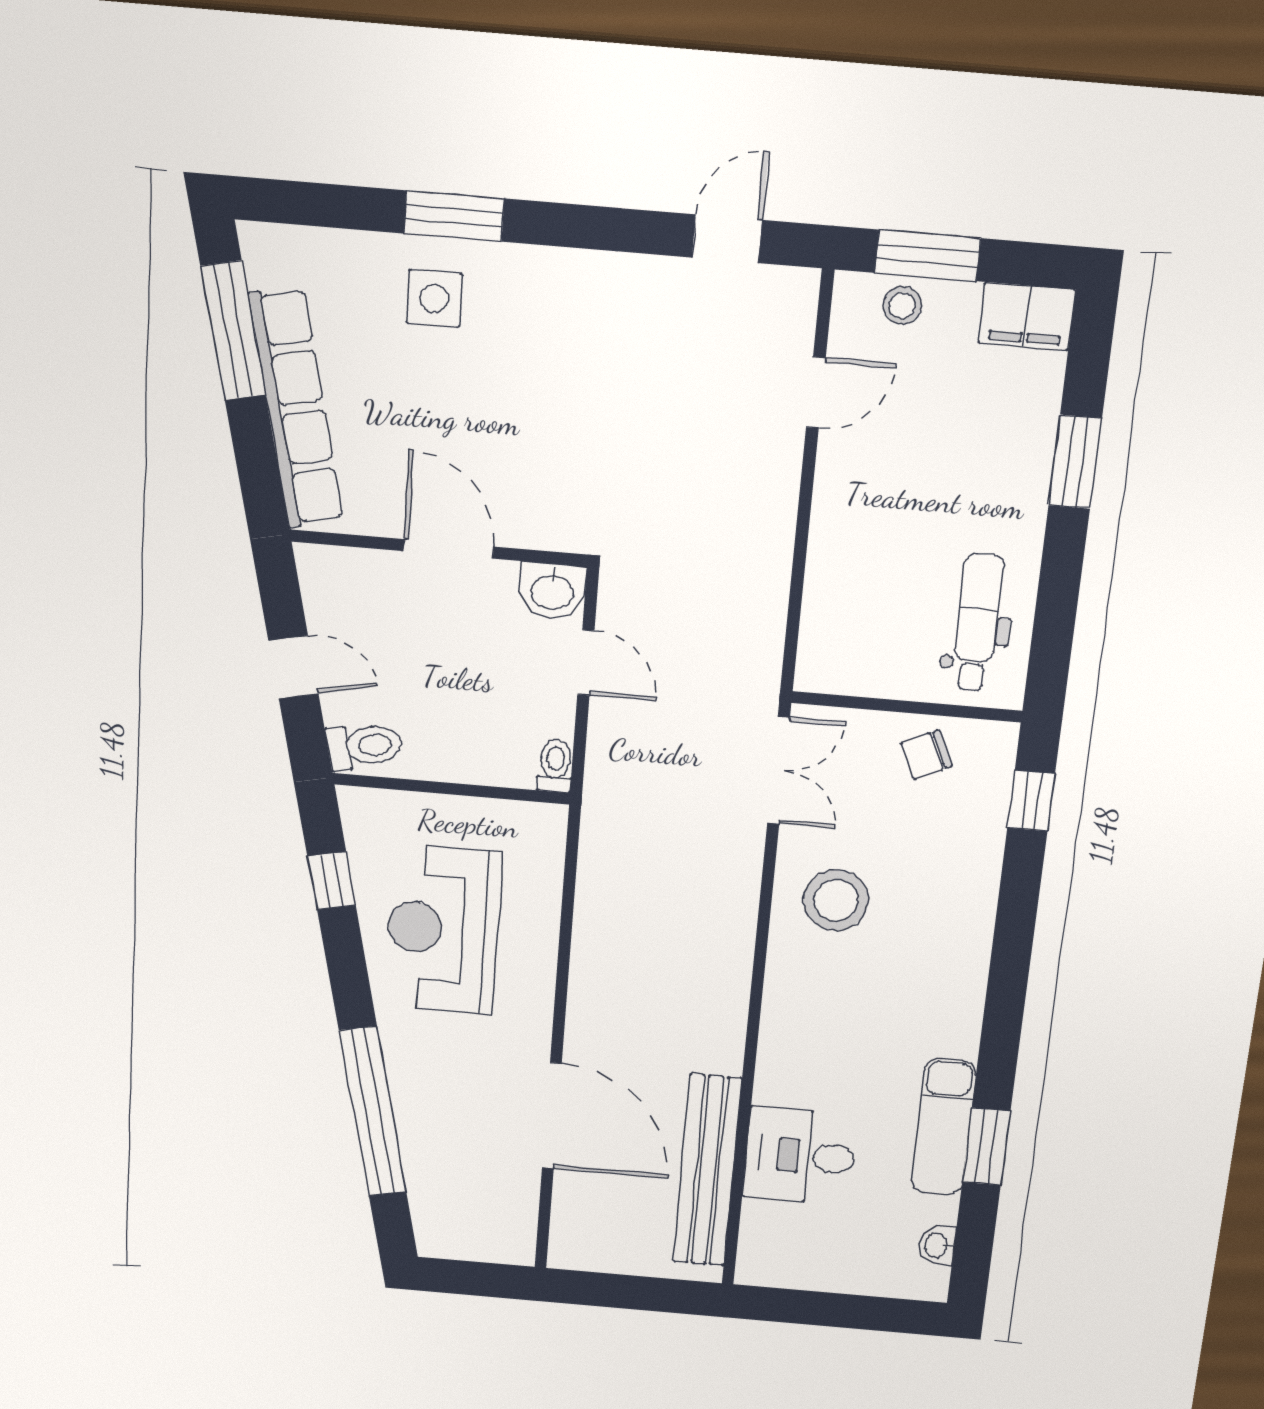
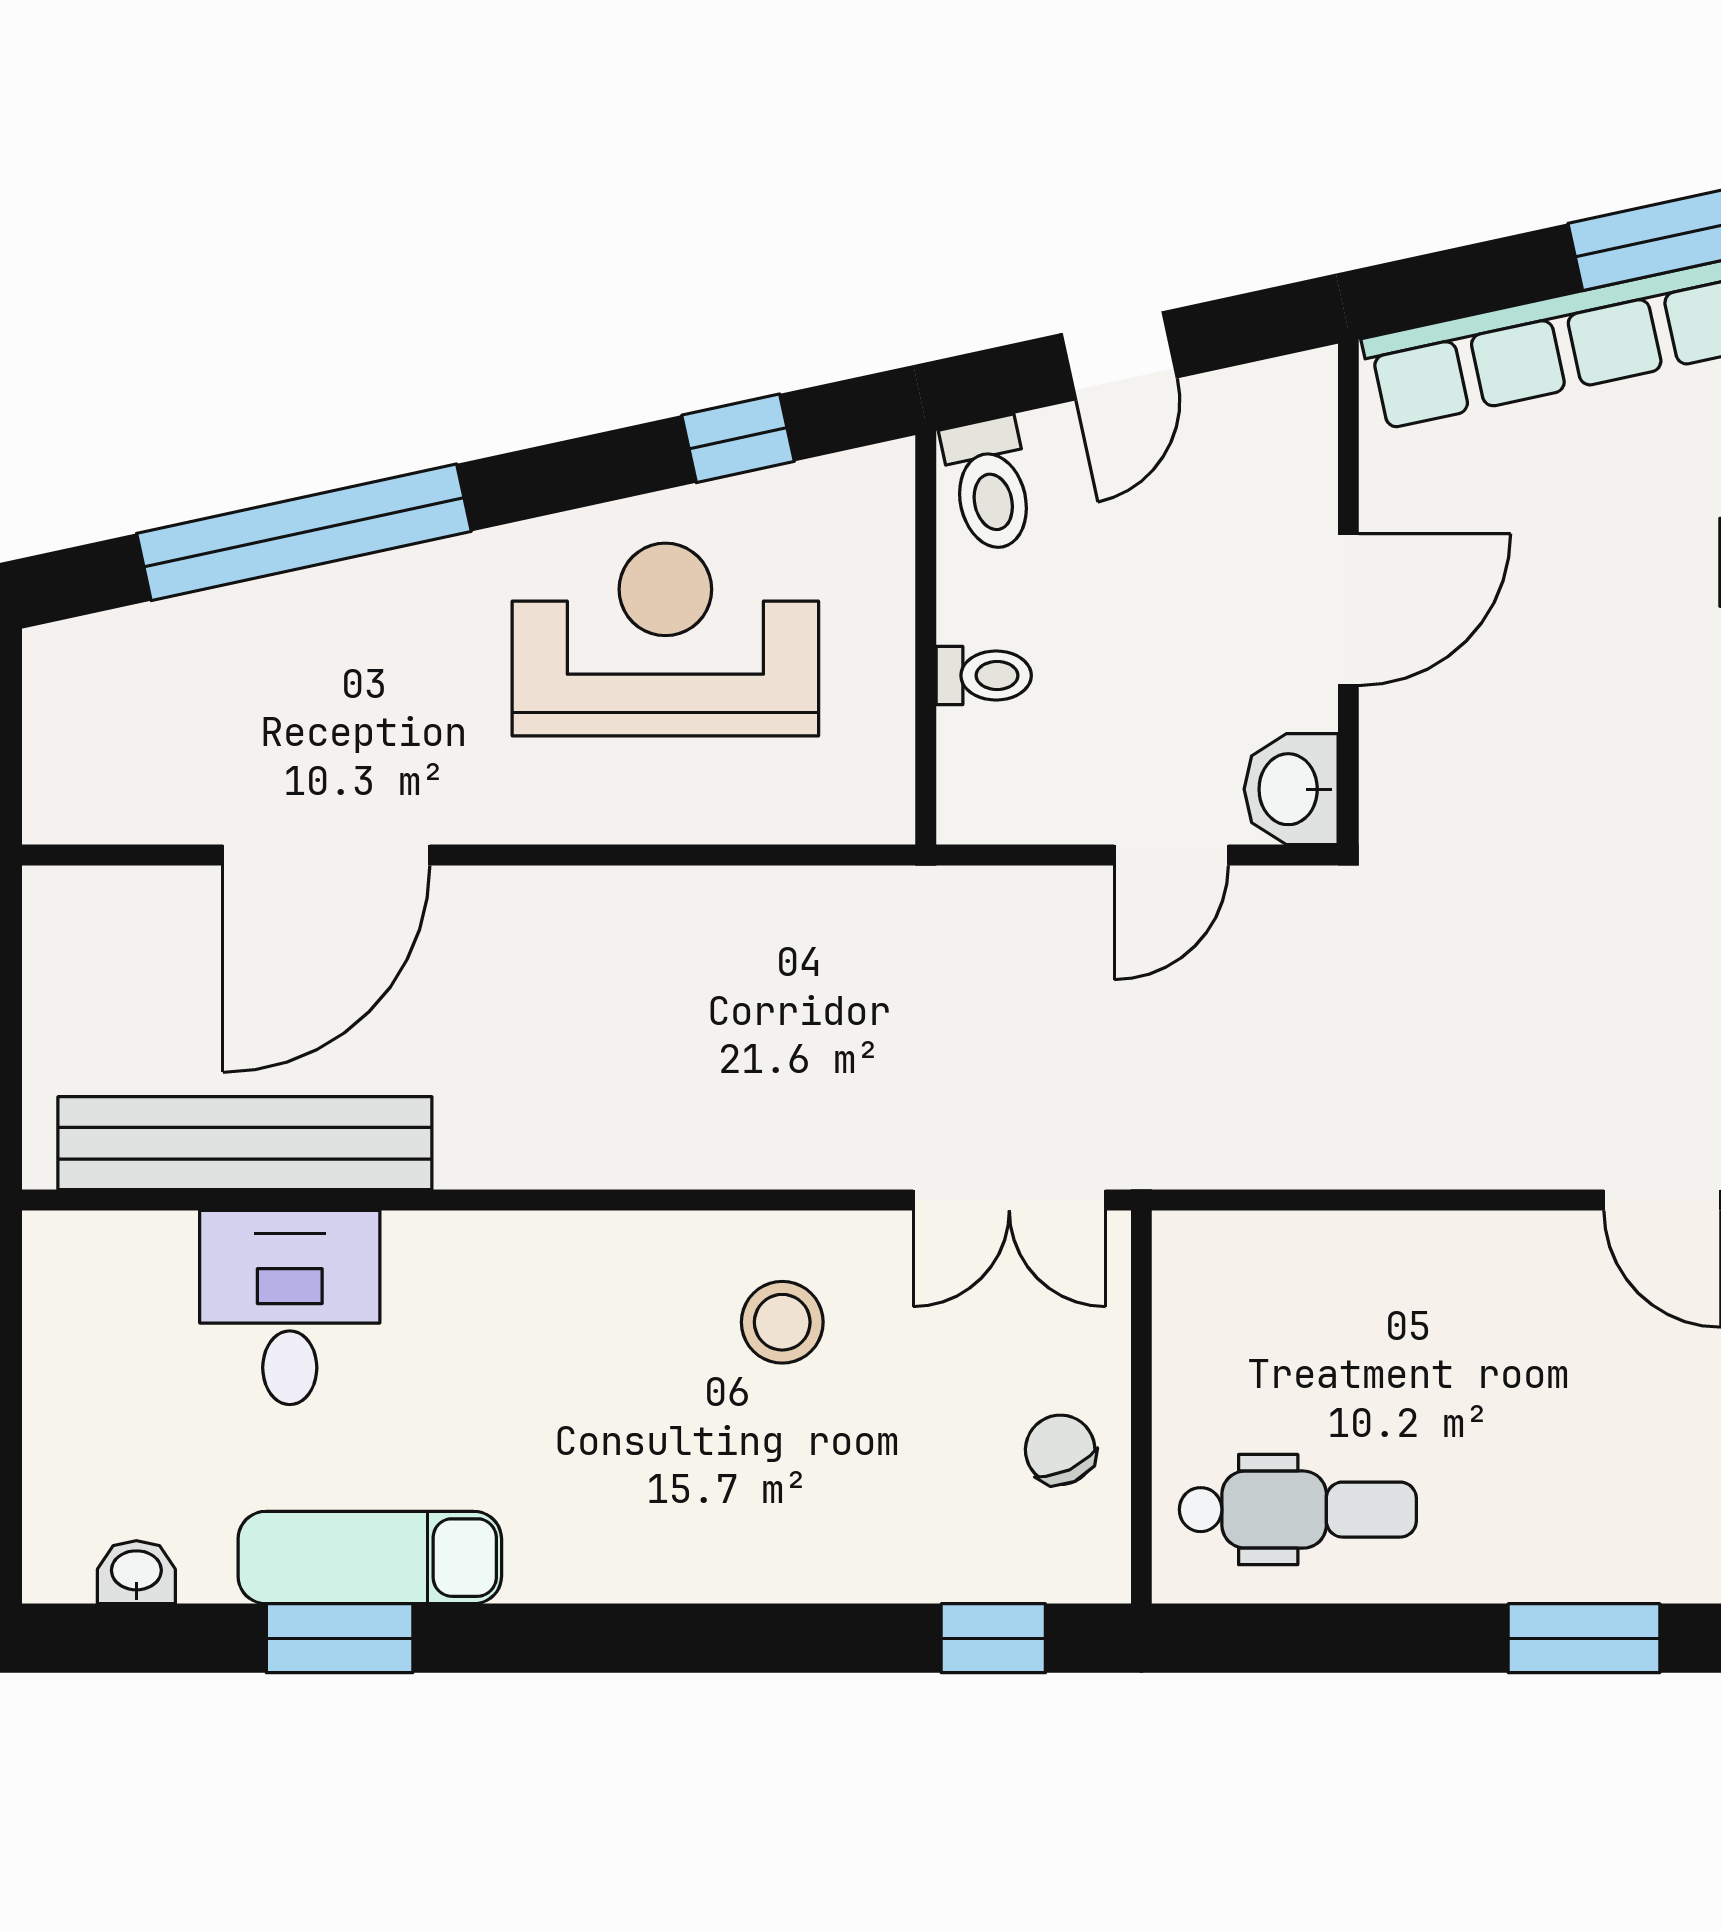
toilet: (555, 766) -> (984, 675), moved
stool: (836, 900) -> (782, 1322), width x0.73, depth x0.73

